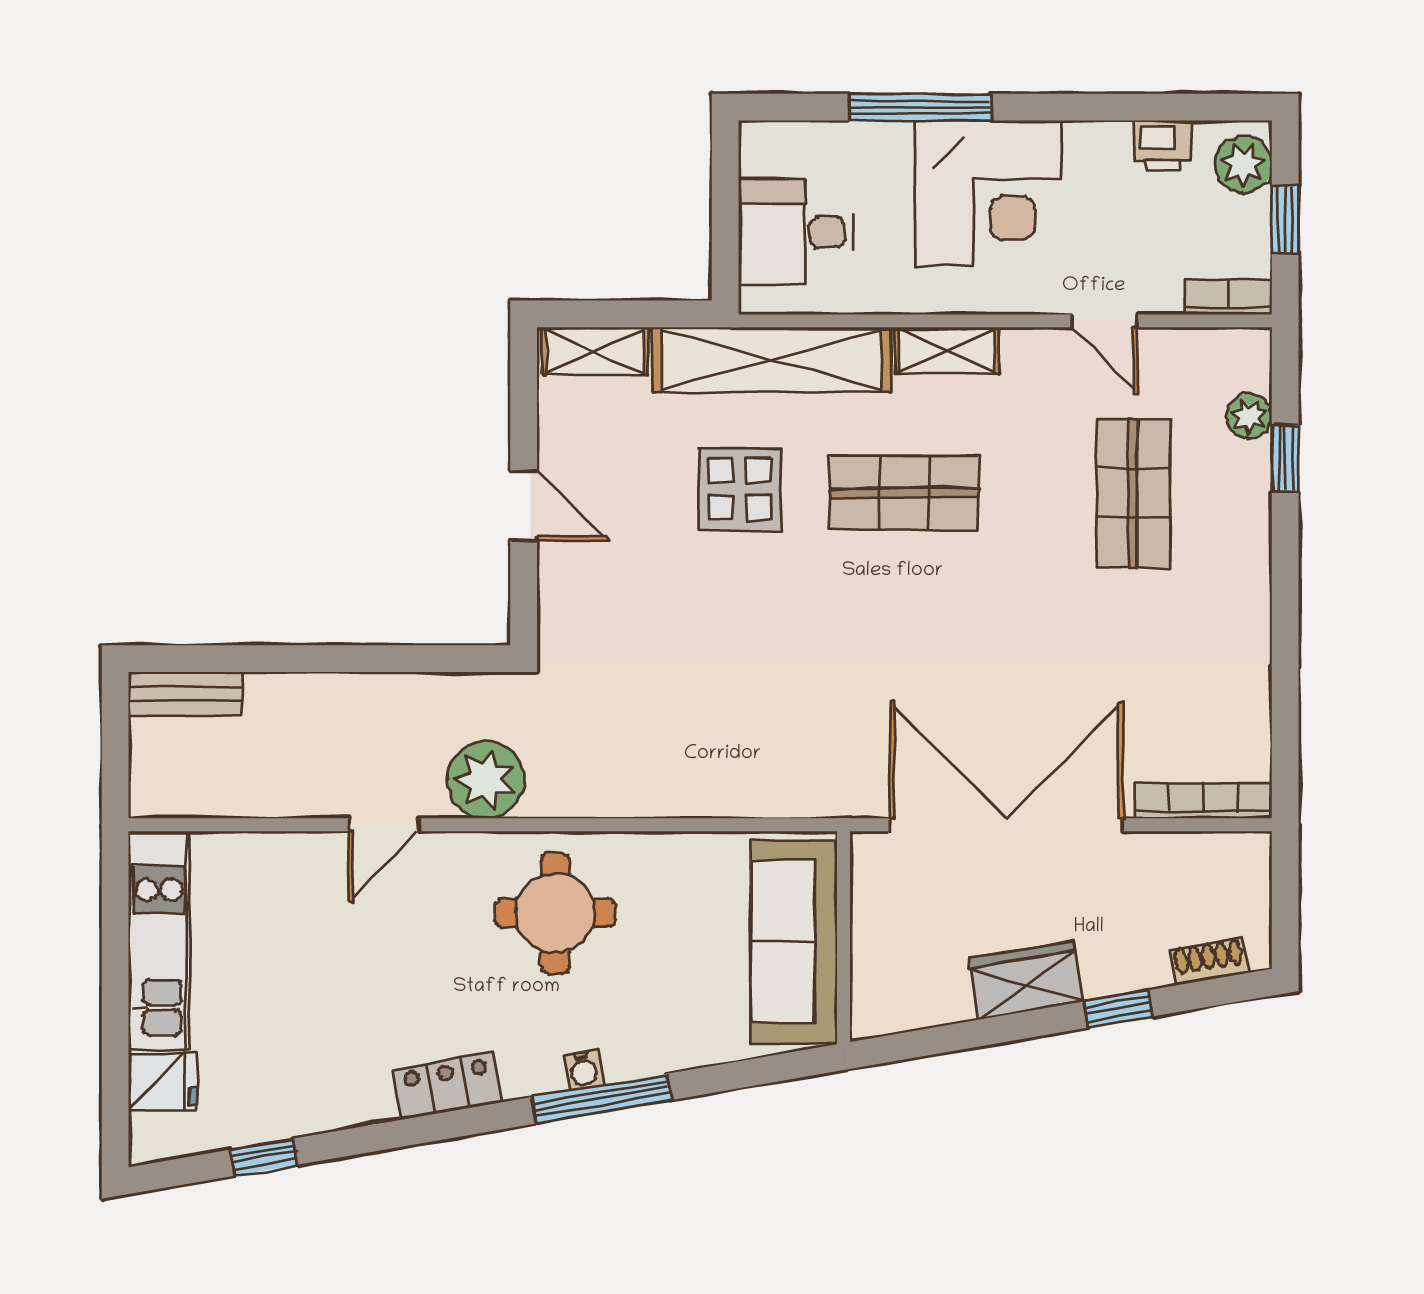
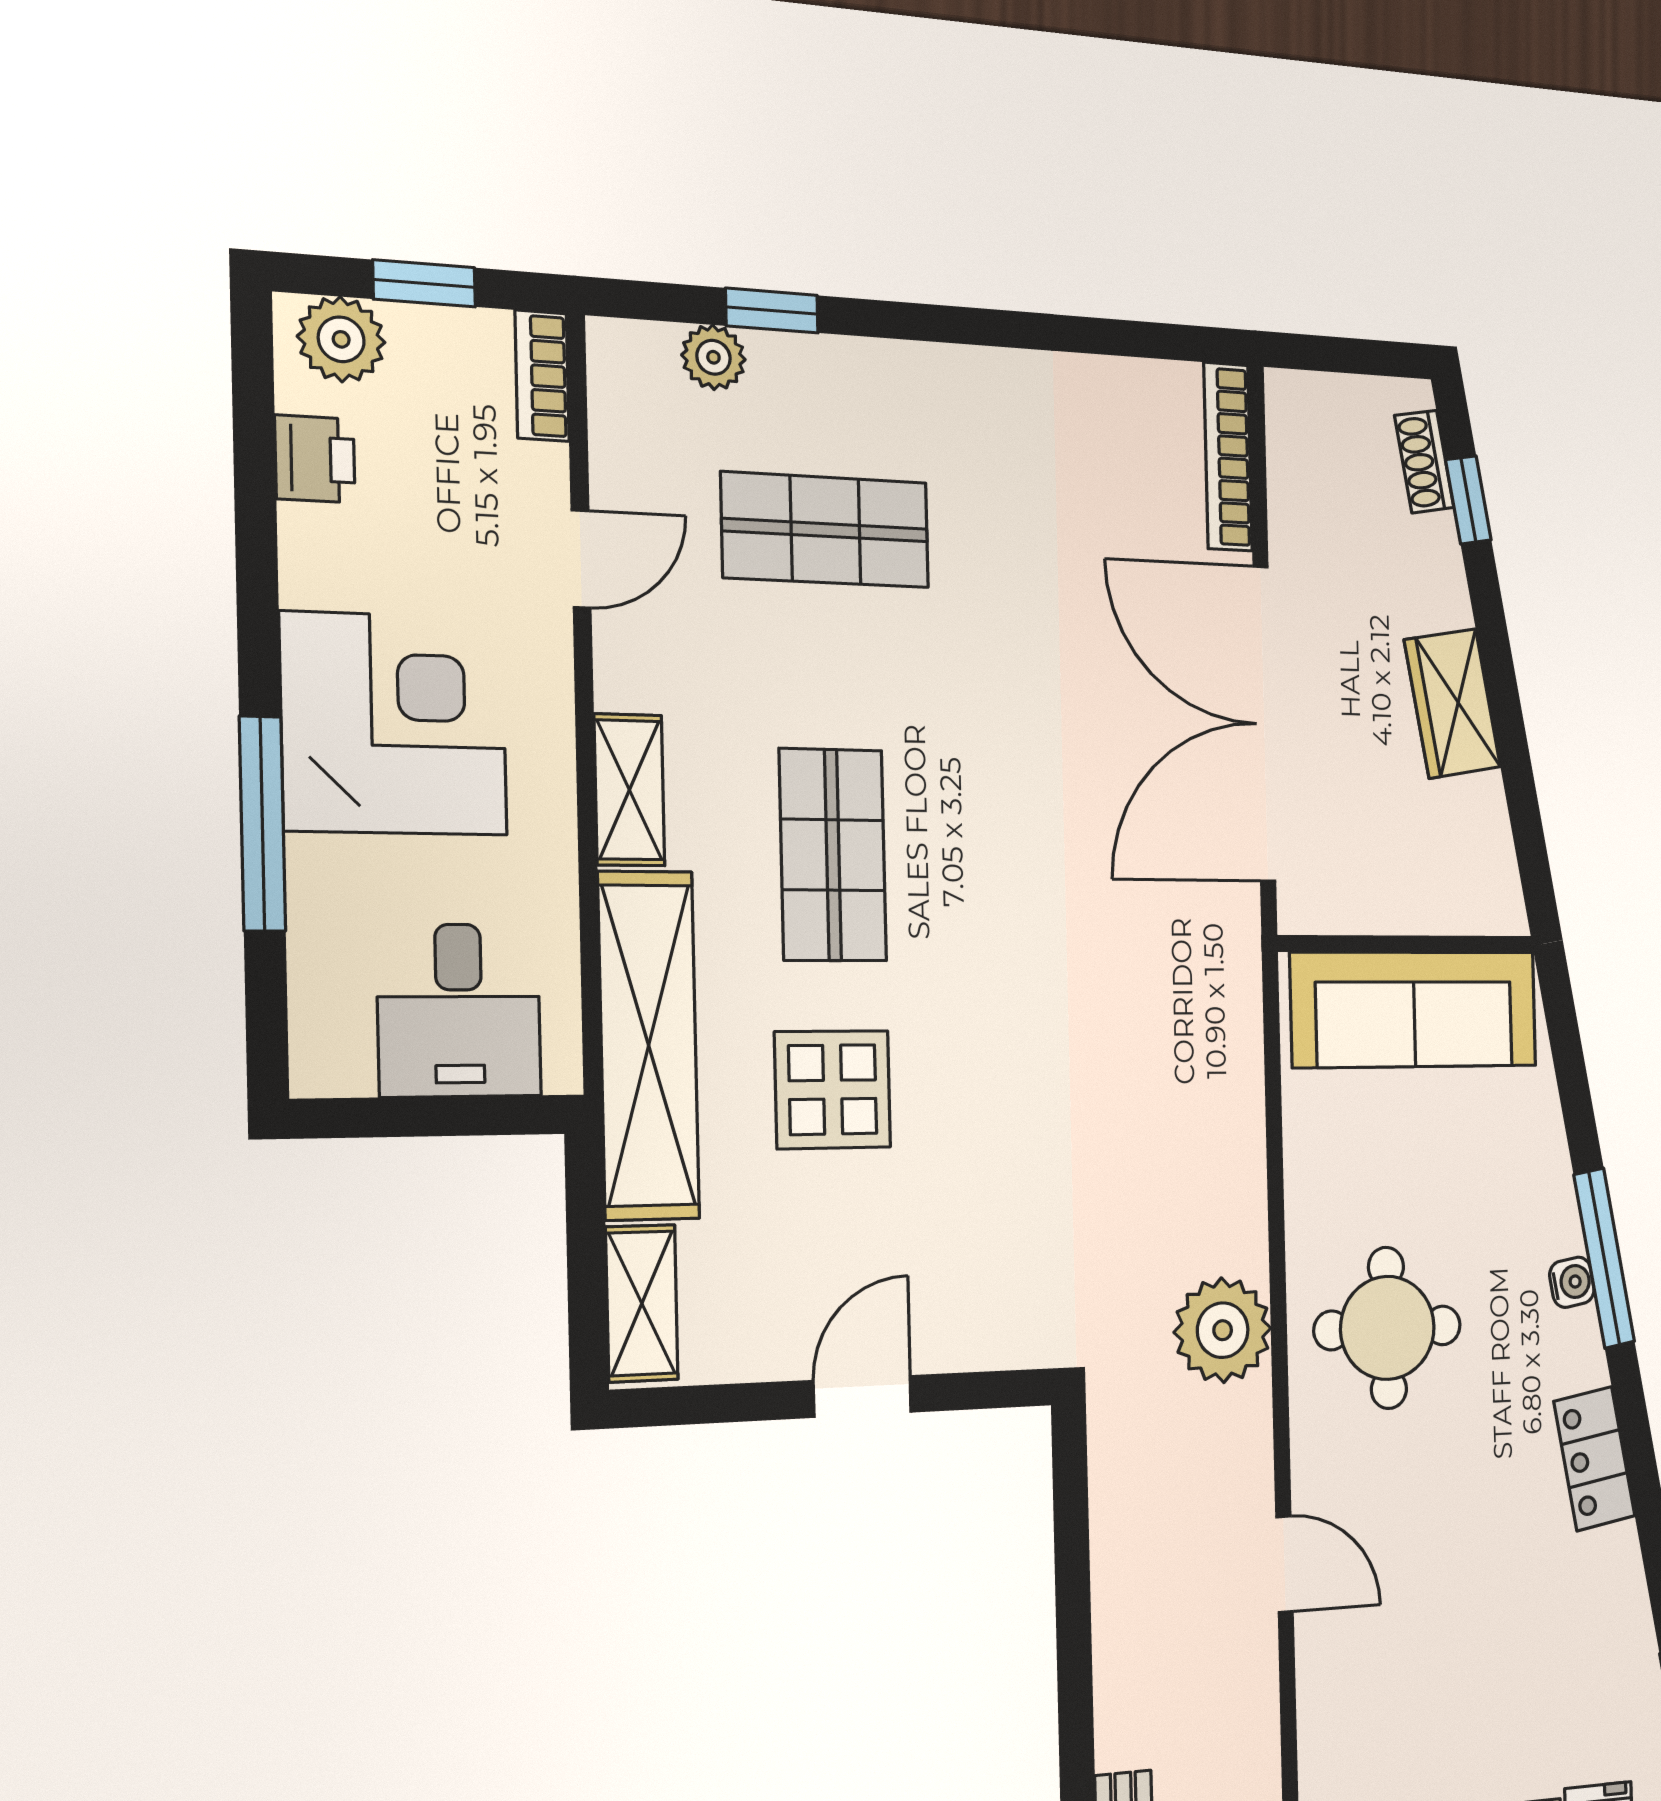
plant: (486, 780) -> (1223, 1330), moved
window: (1118, 1009) -> (1468, 500), moved

